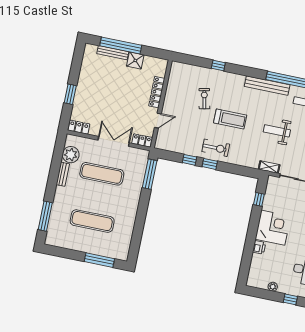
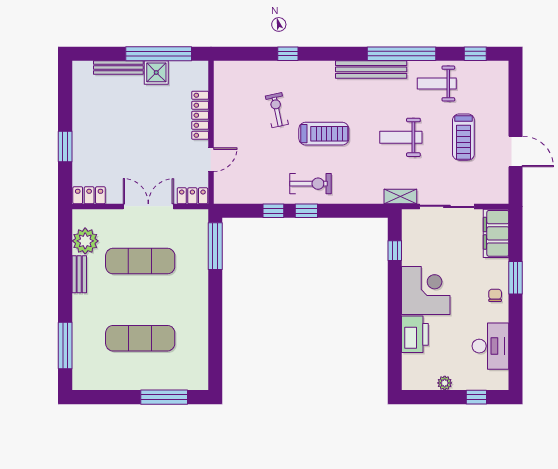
window: (121, 45) -> (159, 54), moved
printer: (259, 247) -> (415, 334), width x1.87, depth x1.48

